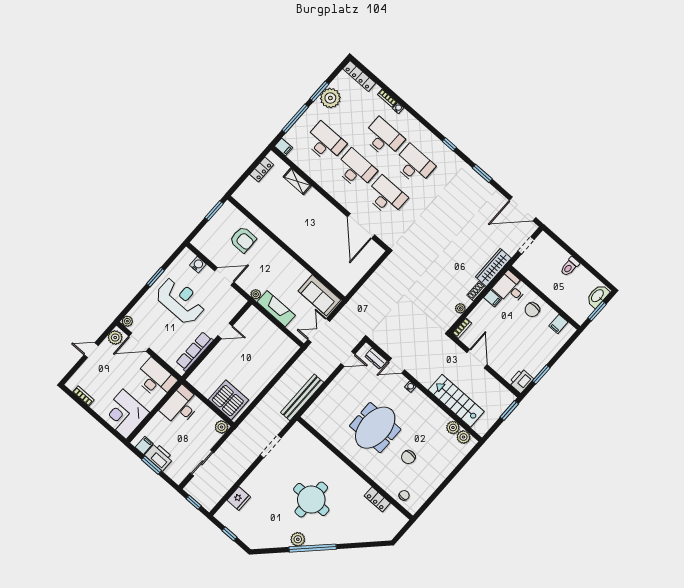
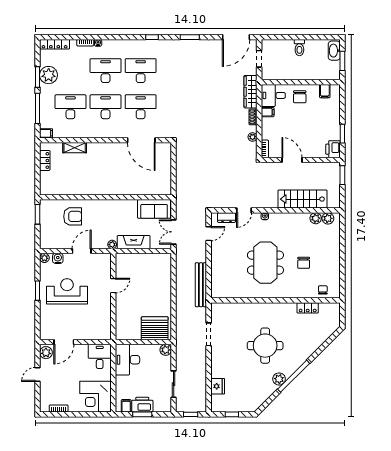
plant: (127, 321) -> (44, 258), moved
row of seats: (195, 351) -> (105, 316), removed
desk: (155, 379) -> (100, 356), width x0.73

